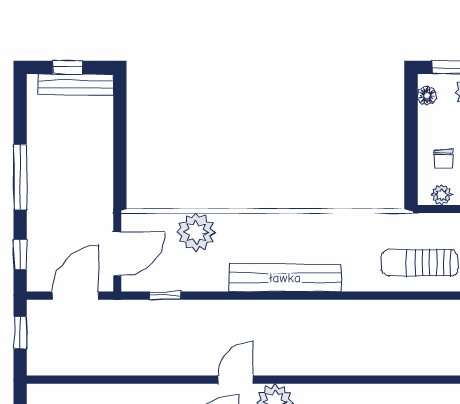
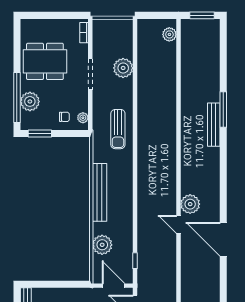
floor lamp: (427, 96) -> (32, 125), removed
window: (411, 112) -> (40, 133), added
bench: (285, 278) -> (99, 192), moved

